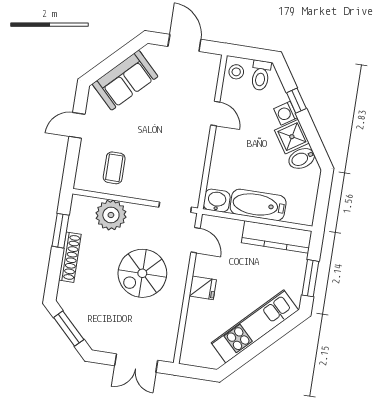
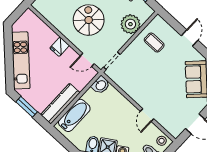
door: (215, 114) -> (147, 115), hinge flipped
bathtub: (258, 205) -> (74, 115), moved

